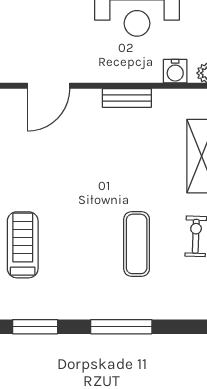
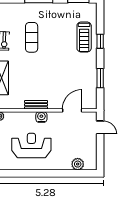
water cooler: (175, 71) -> (41, 117), moved

